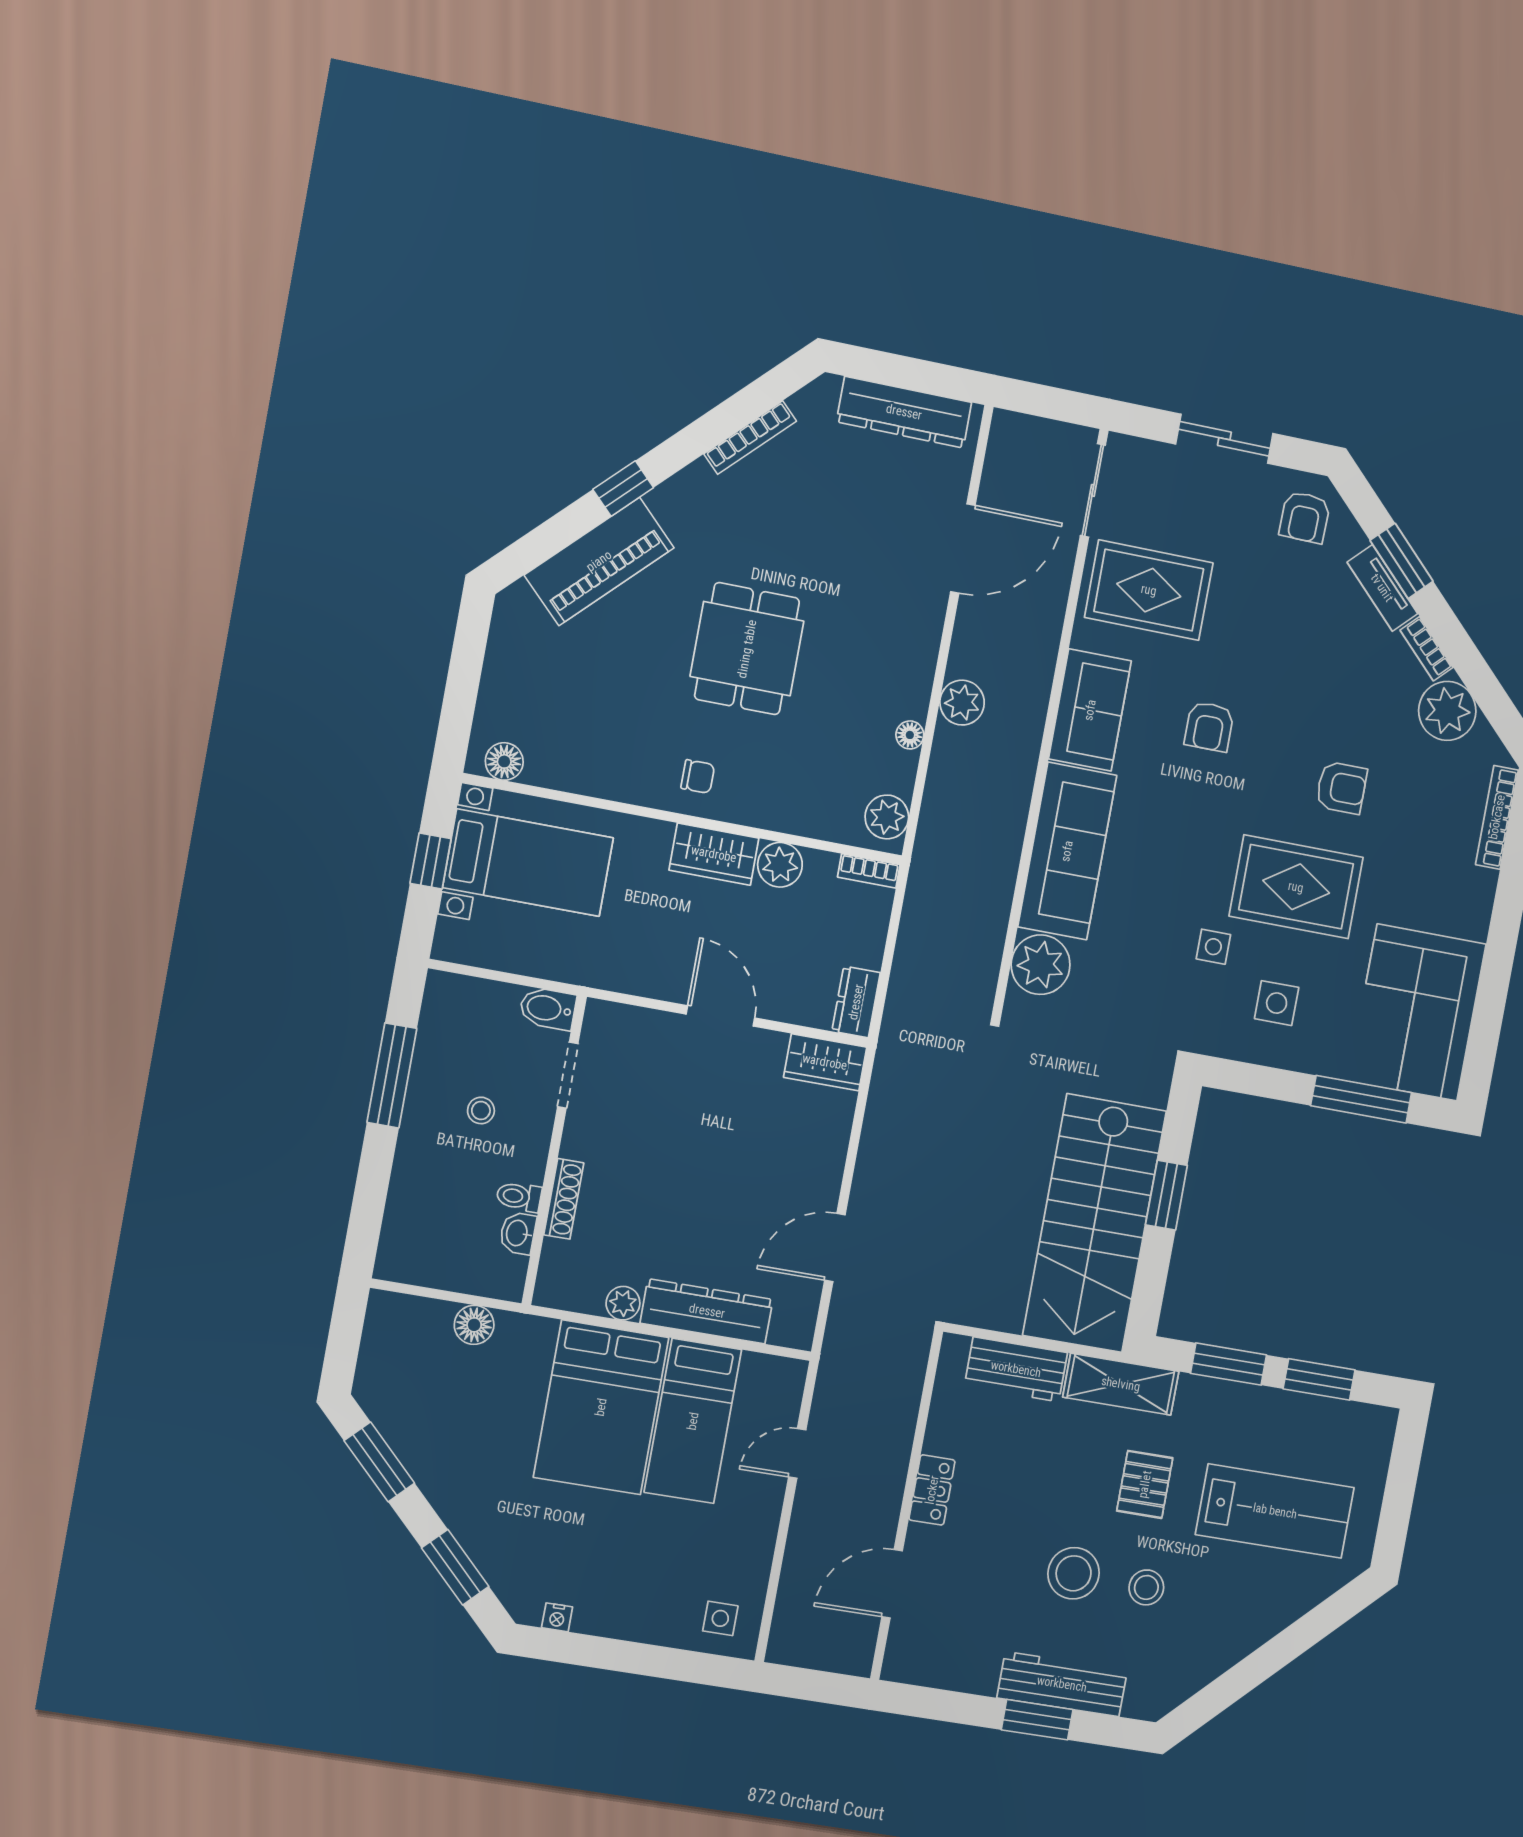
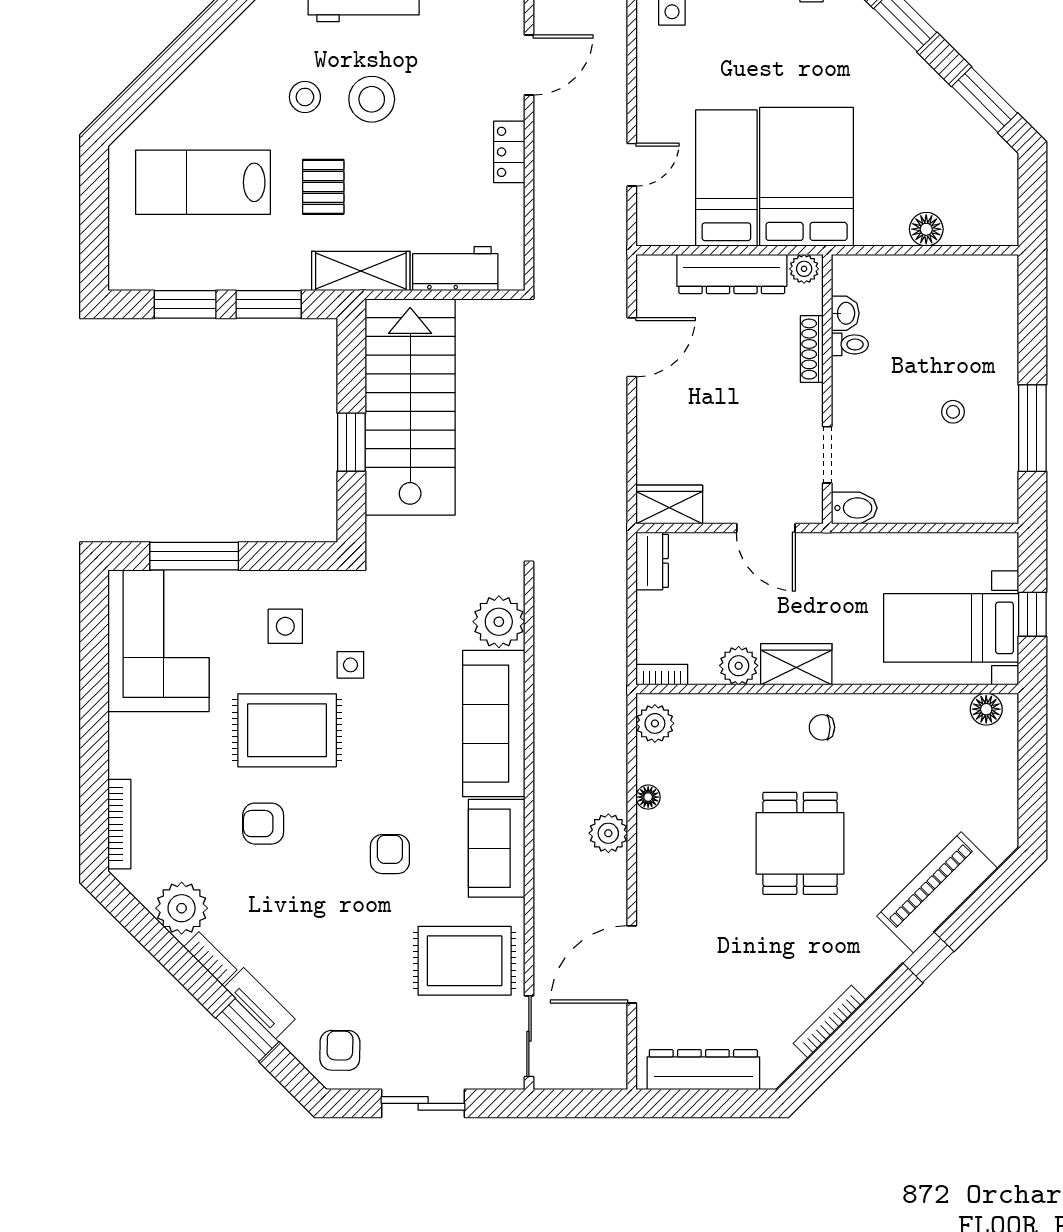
bidet: (548, 1008) -> (854, 508), moved
doorway: (568, 1075) -> (827, 455), moved
wall: (554, 1150) -> (827, 389), moved
toilet: (519, 1197) -> (850, 344), moved
shoe rack: (564, 1199) -> (812, 349), moved
washbasin: (518, 1233) -> (845, 313), moved

